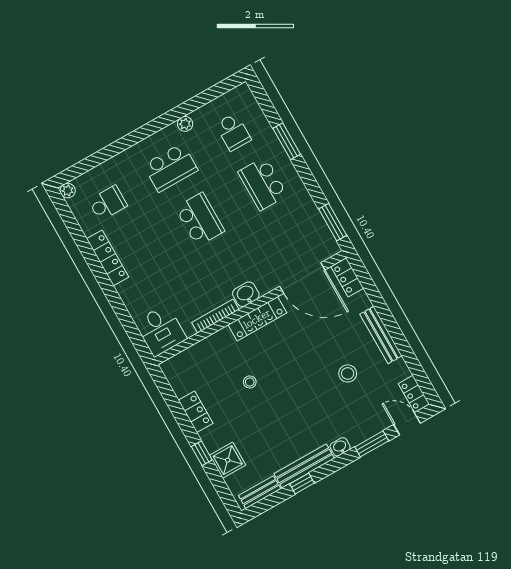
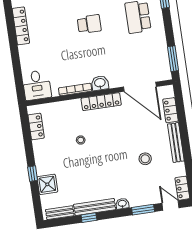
school desk: (200, 219) -> (89, 24), width x0.54
locker: (347, 277) -> (170, 110), moved
locker: (196, 412) -> (36, 126), moved

